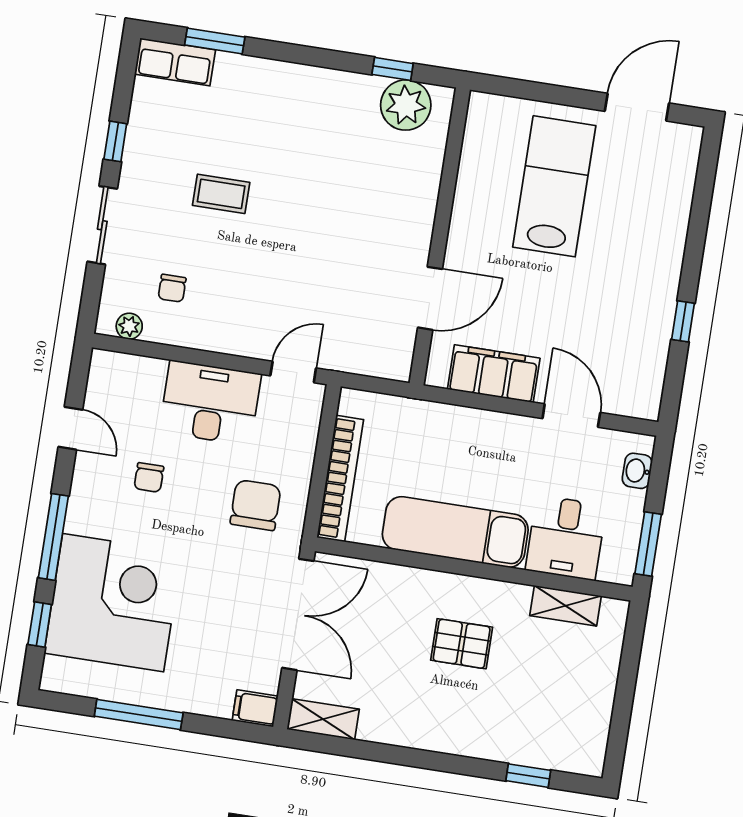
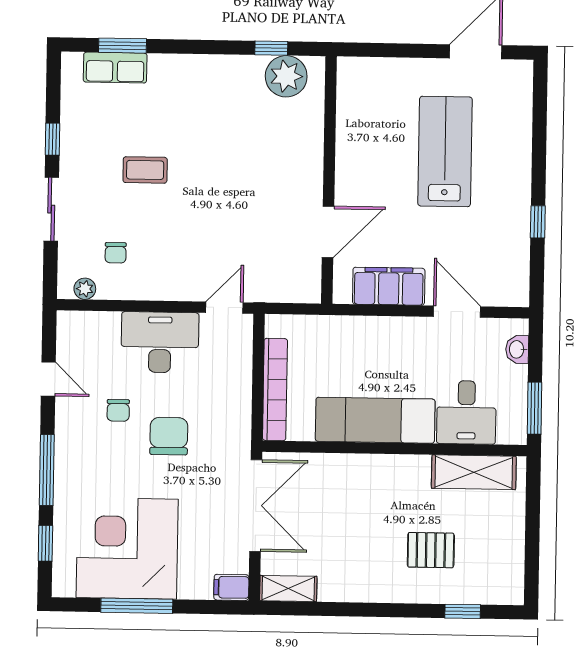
row of seats: (175, 62) -> (115, 68), moved
lab bench: (554, 186) -> (445, 151), moved
chair: (256, 505) -> (169, 436), moved
corner desk: (113, 603) -> (127, 548), moved, turned -90
shelving: (566, 606) -> (474, 472), width x1.50, depth x1.33
pallet: (462, 644) -> (431, 550), moved

